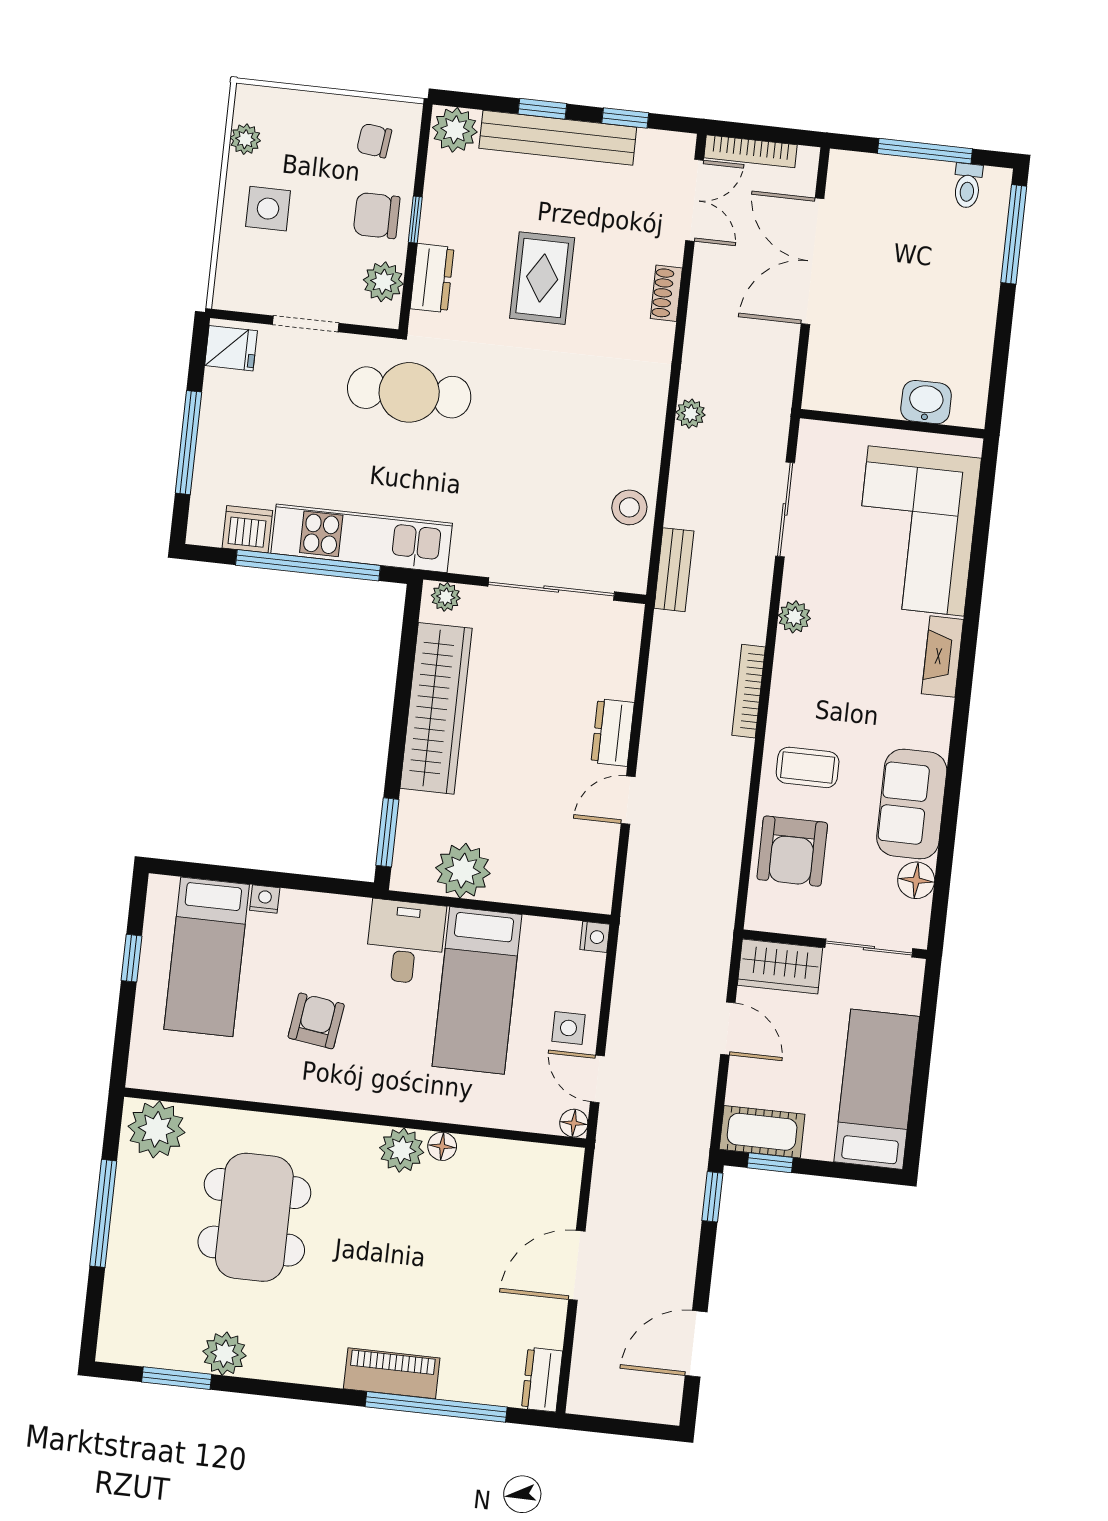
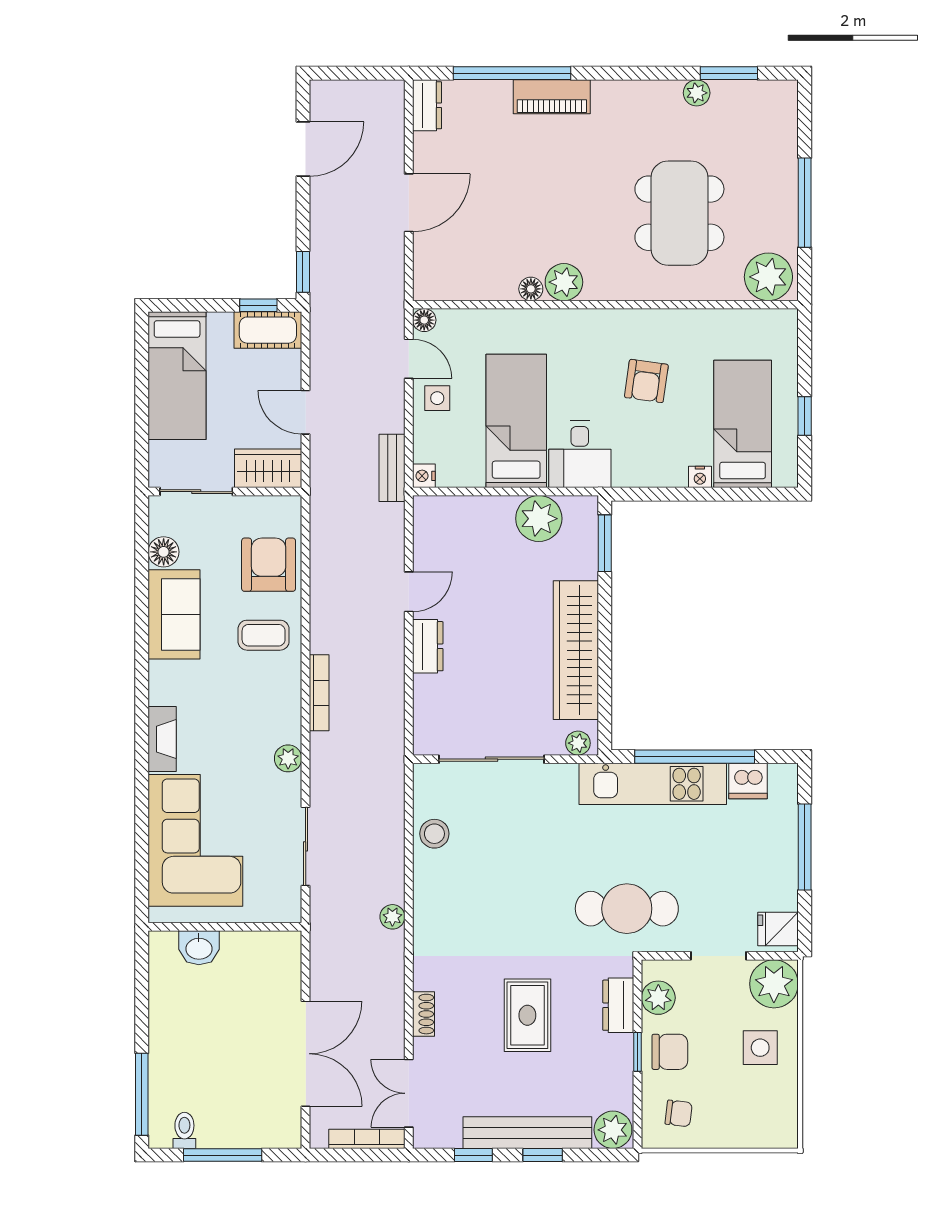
plant: (245, 139) -> (774, 984), moved, width x1.87, depth x1.87
bench: (674, 570) -> (392, 468), moved
plant: (225, 1354) -> (697, 93), width x0.73, depth x0.73

